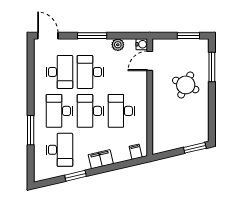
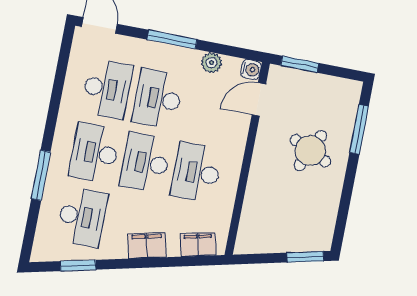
window: (188, 36) -> (300, 64), moved
filing cabinet: (136, 152) -> (198, 244), width x2.00
window: (75, 176) -> (78, 265), moved

